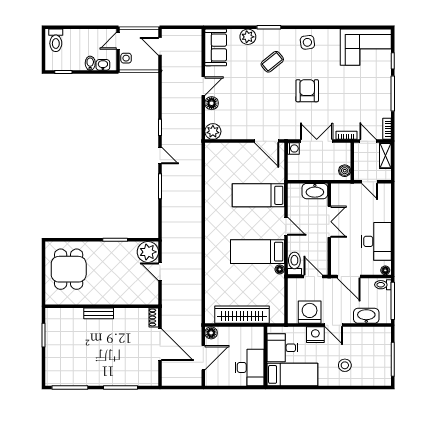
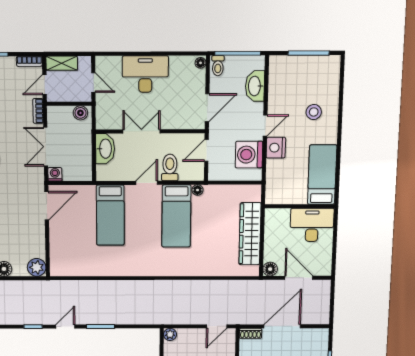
door: (370, 182) -> (93, 82), hinge flipped
desk: (376, 241) -> (145, 74), moved
plant: (148, 252) -> (170, 334), width x0.53, depth x0.53
toilet: (294, 263) -> (170, 167), moved, turned 90
door: (160, 272) -> (217, 326), moved
desk: (283, 348) -> (290, 186), removed

